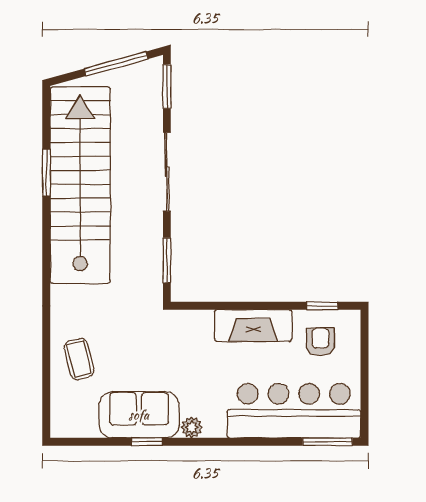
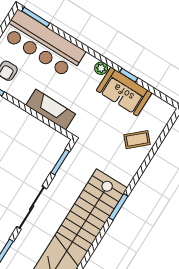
window: (46, 173) -> (118, 207), moved
fireplace: (253, 326) -> (51, 110), moved
coffee table: (79, 359) -> (137, 140), turned 62

